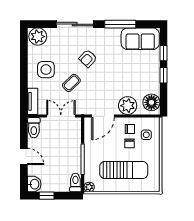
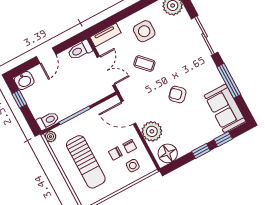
armchair: (88, 58) -> (177, 95), moved

